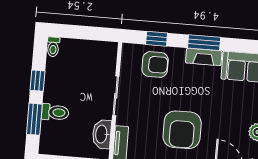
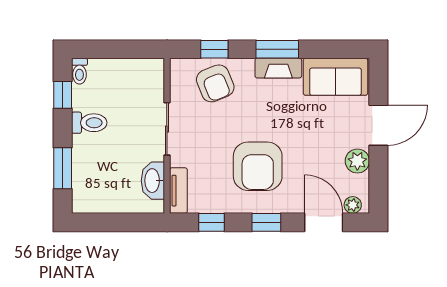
armchair: (155, 64) -> (215, 83), turned 68
window: (38, 81) -> (63, 95), moved
toilet: (55, 112) -> (89, 123), moved

